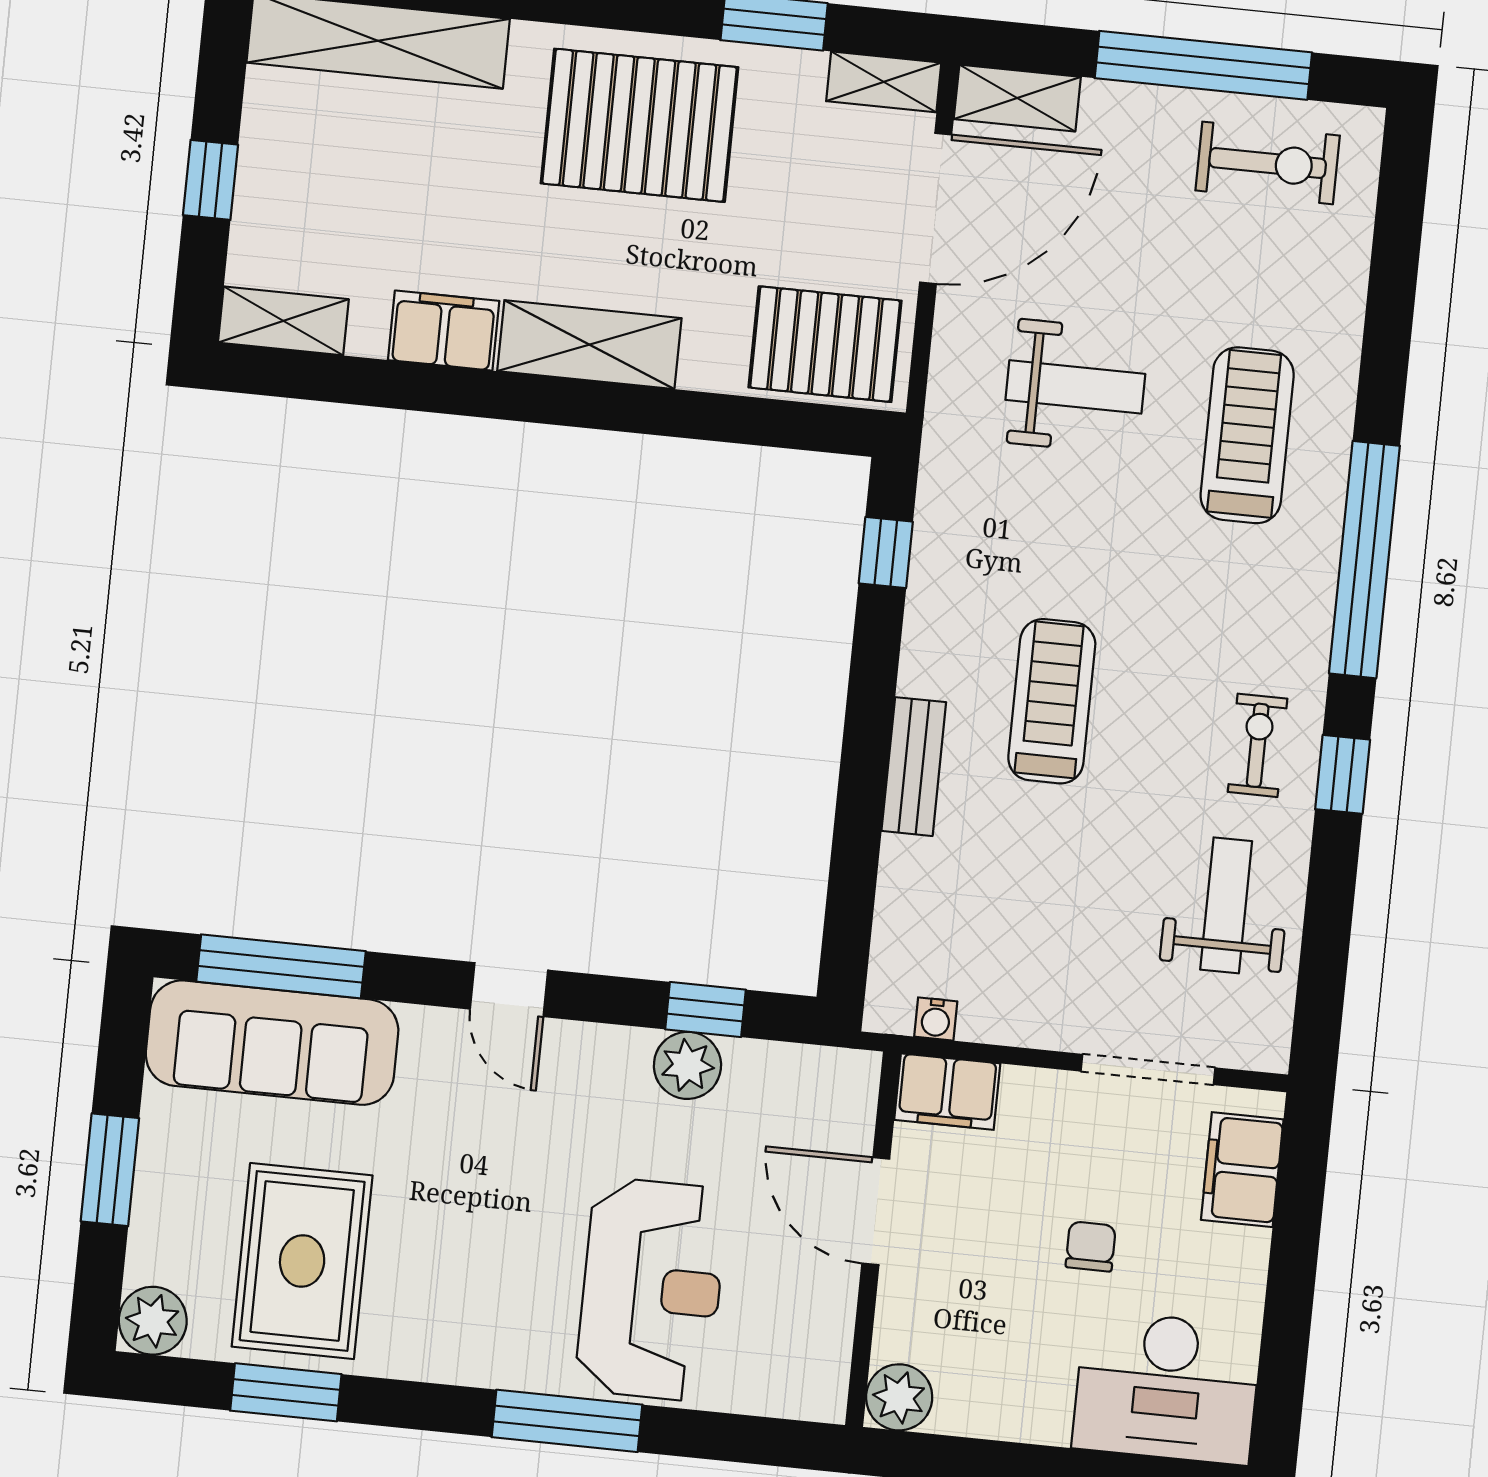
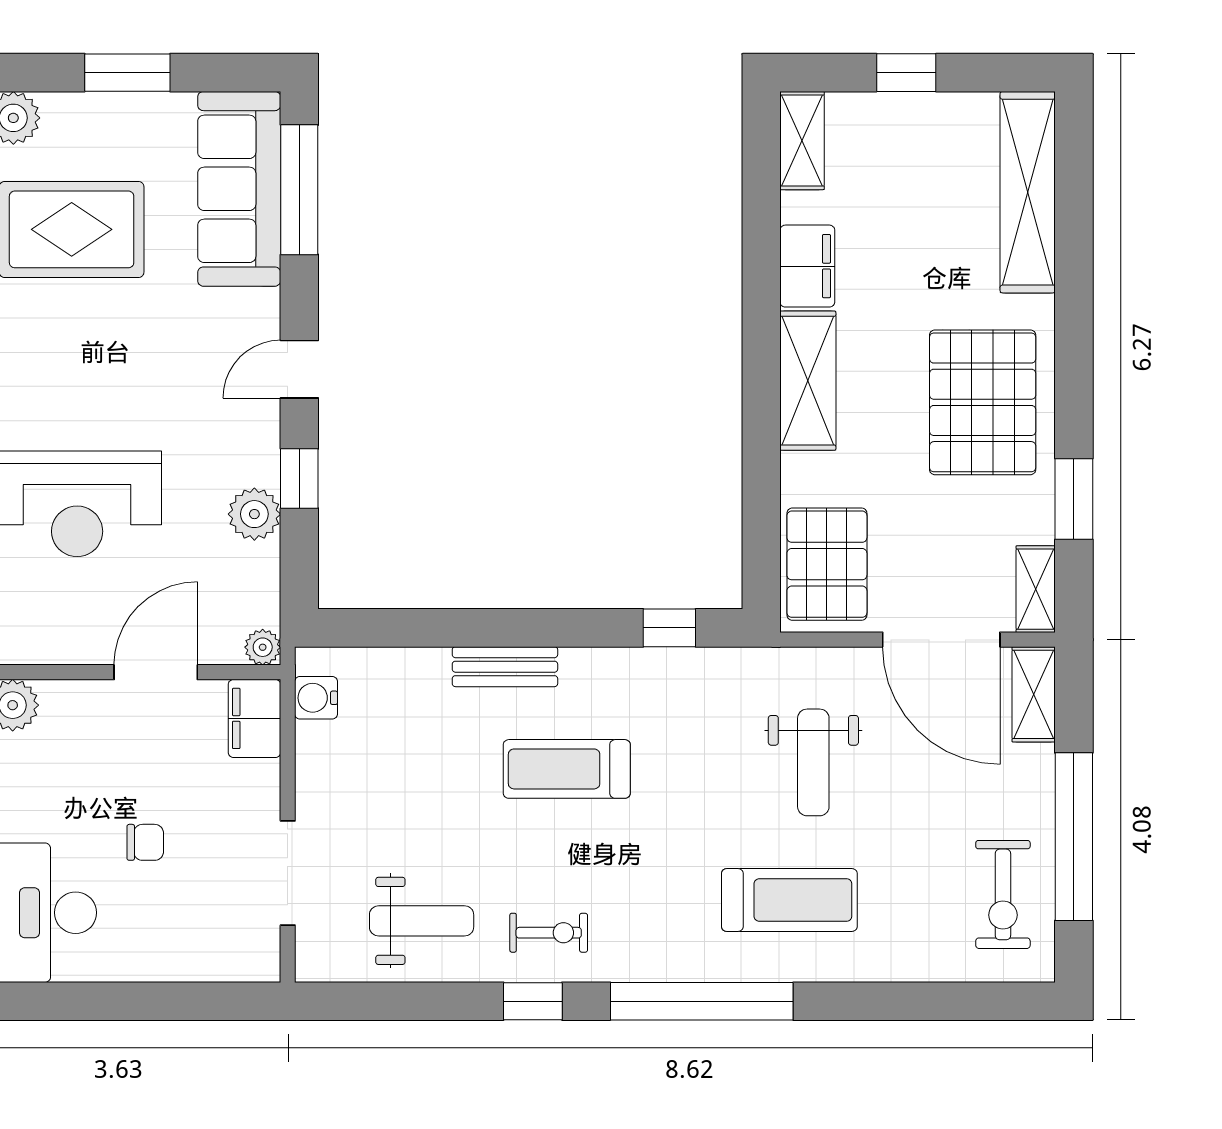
treadmill: (1052, 701) -> (567, 769), turned 180
window: (706, 1009) -> (299, 478), moved
water cooler: (936, 1019) -> (316, 698), width x1.38, depth x1.38
plant: (858, 1072) -> (263, 647), added
filing cabinet: (1242, 1170) -> (217, 954), removed

